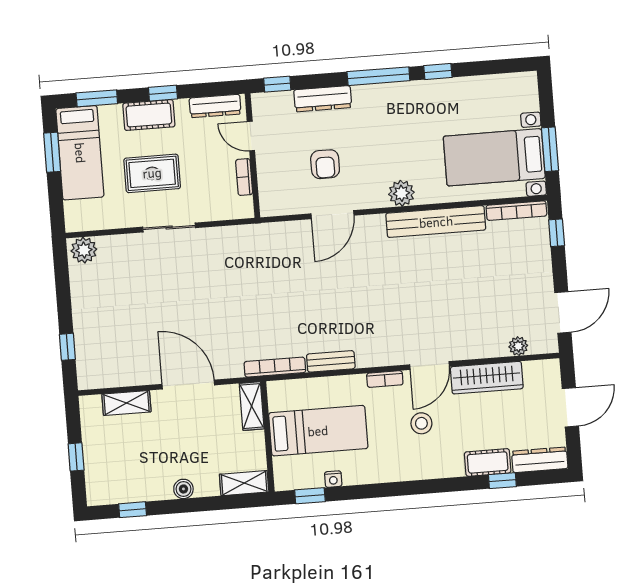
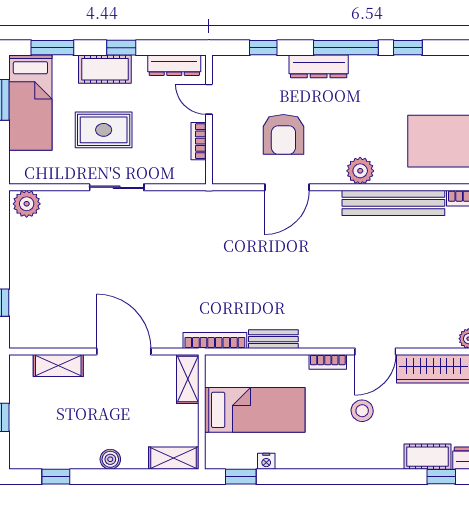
window: (277, 84) -> (263, 48), moved
dresser: (323, 99) -> (319, 66), moved
armchair: (325, 164) -> (283, 134), width x1.38, depth x1.38

